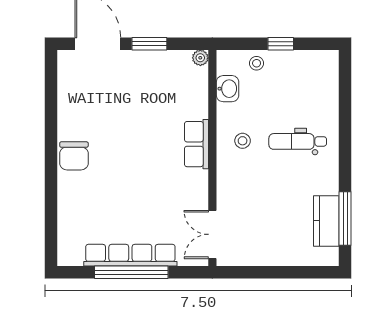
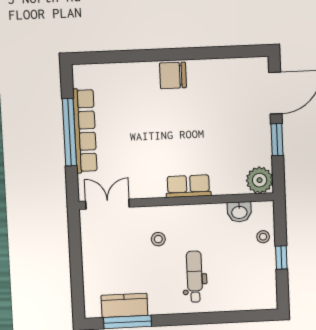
plant: (200, 58) -> (260, 180), width x1.87, depth x1.87
stool: (243, 141) -> (158, 239), moved

